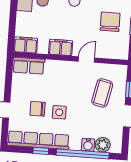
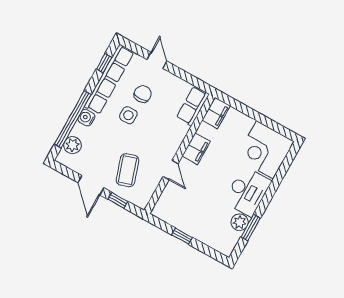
chair: (110, 22) -> (199, 214), removed
coffee table: (102, 93) -> (127, 170), turned 60
water cooler: (88, 145) -> (86, 118), moved
window: (41, 151) -> (104, 63), moved

